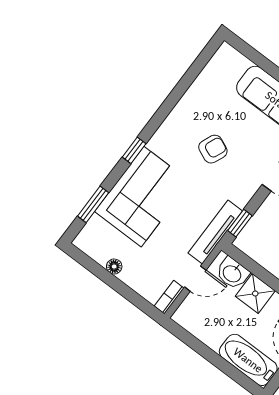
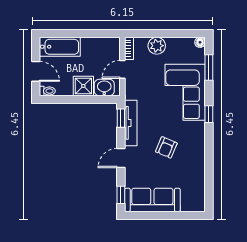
tv unit: (215, 232) -> (131, 123), moved
floor lamp: (114, 267) -> (200, 42), moved
plant: (135, 276) -> (157, 46), added

